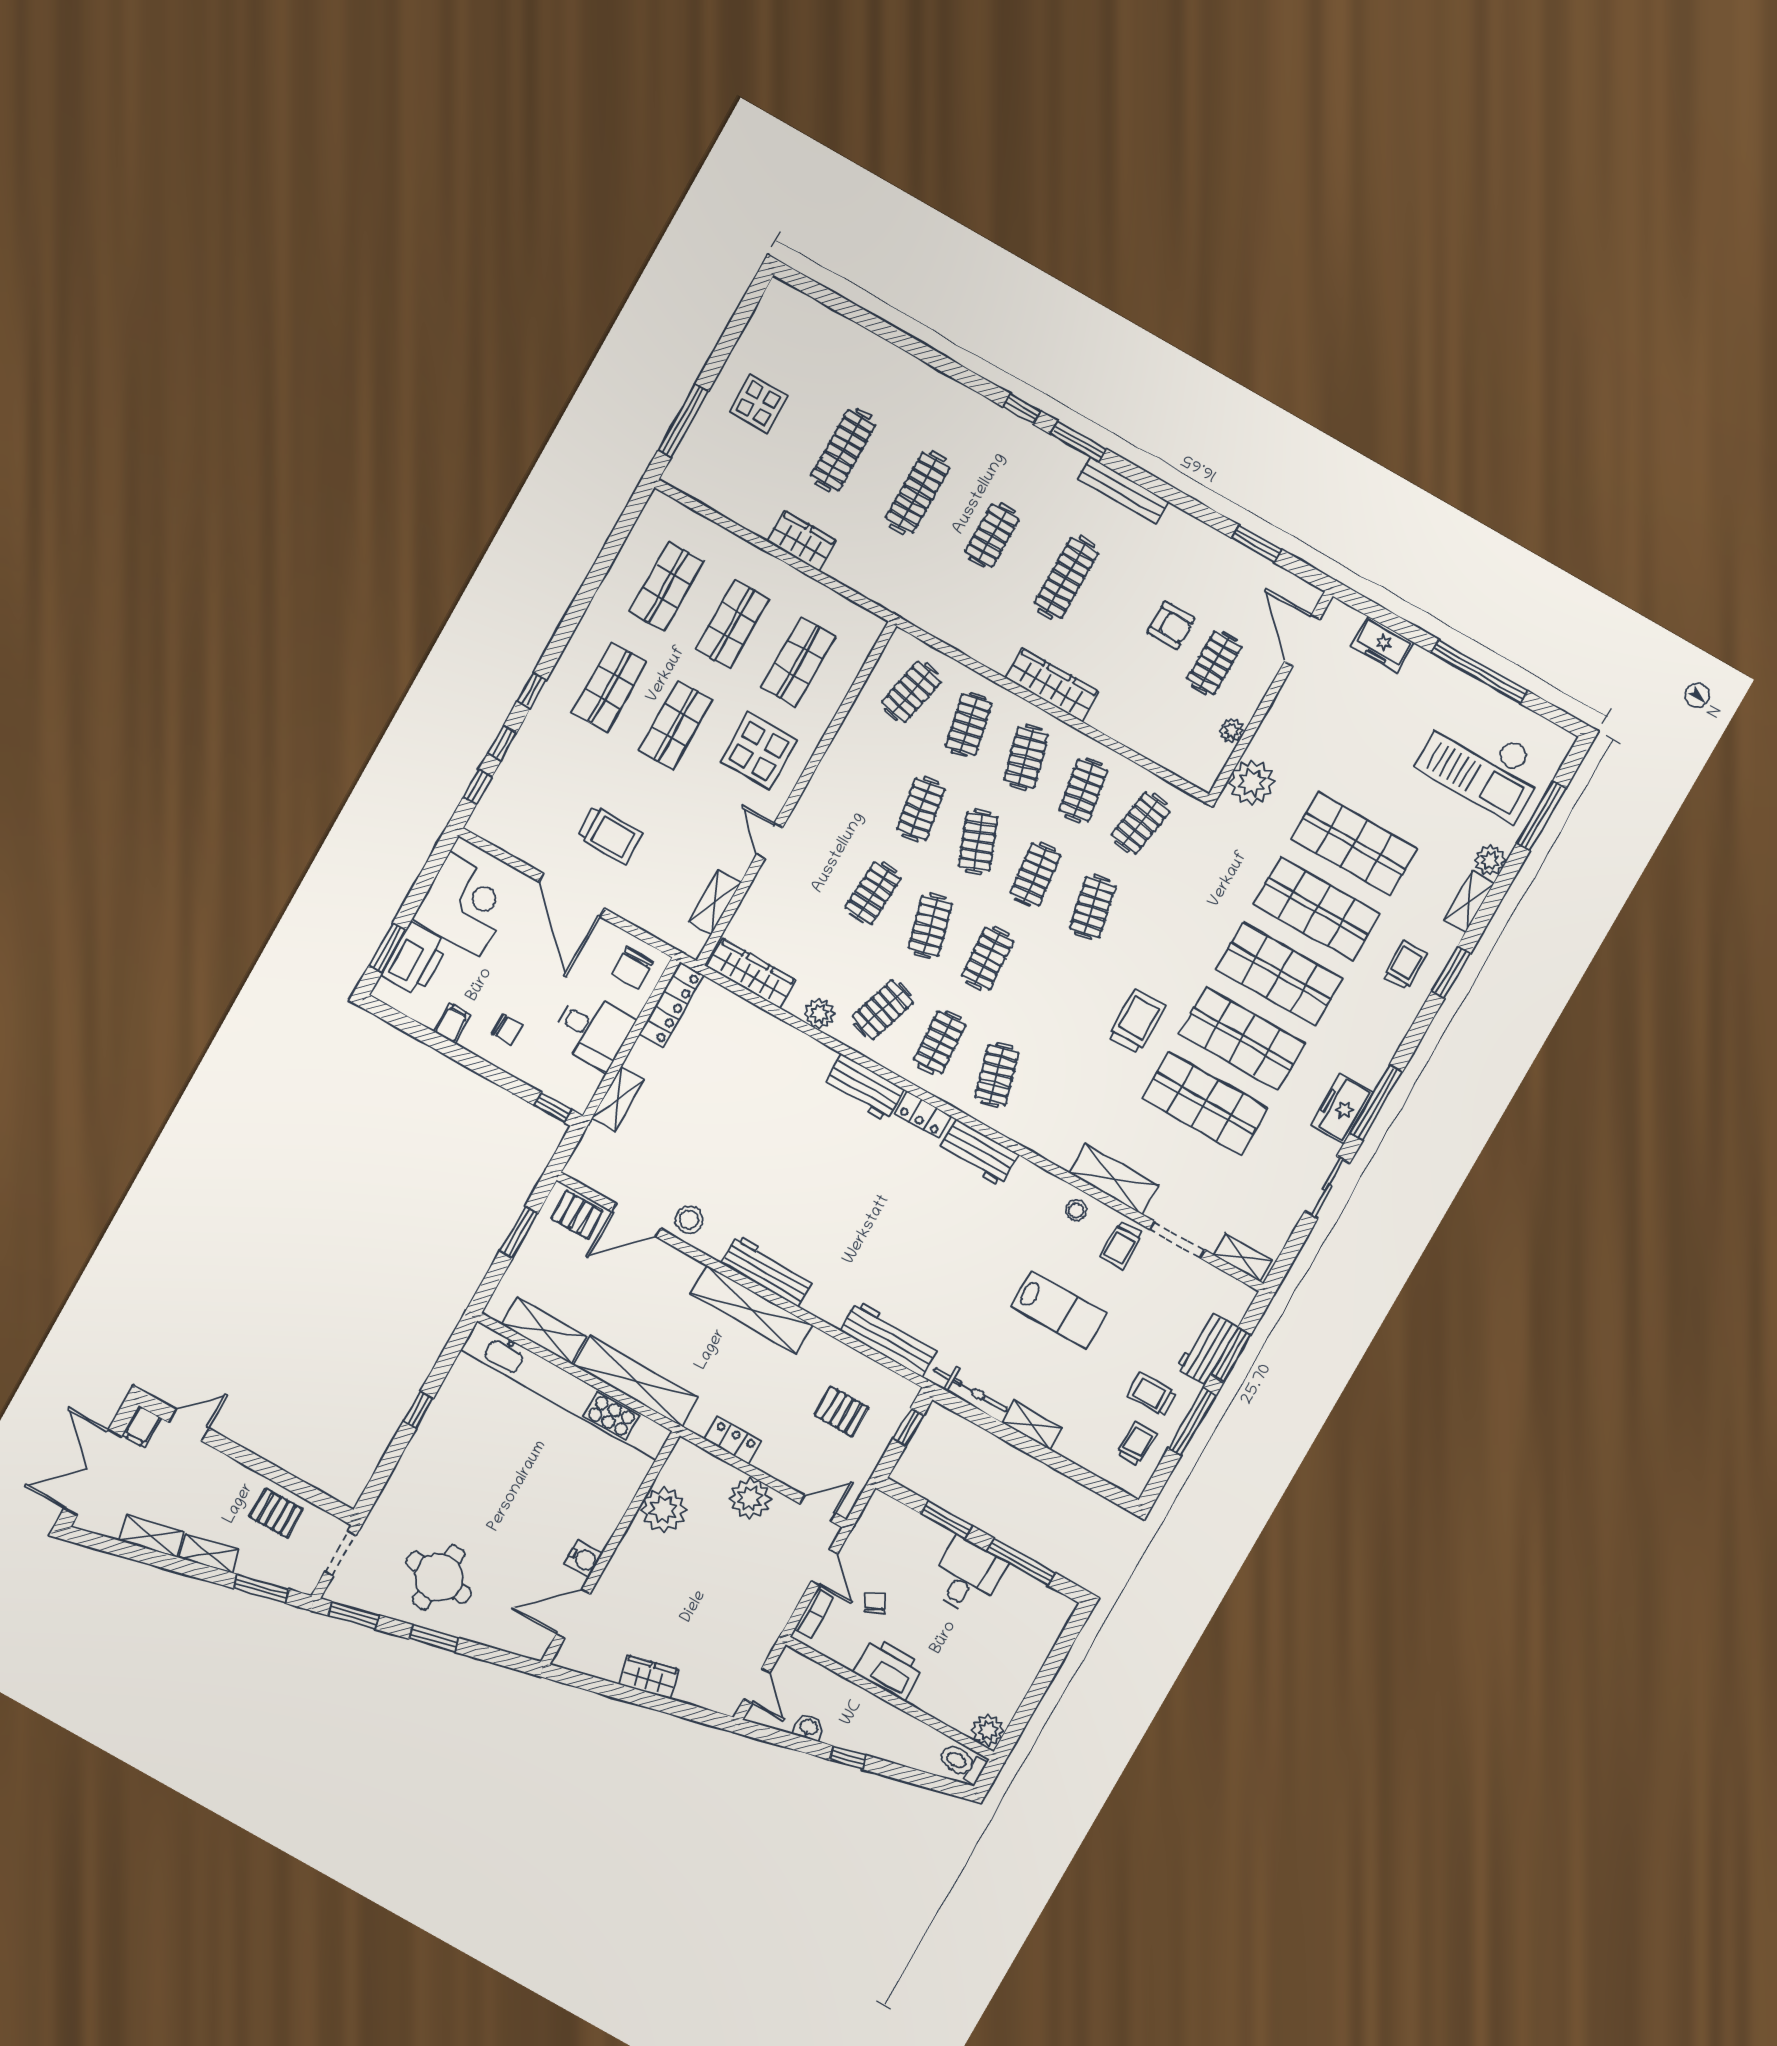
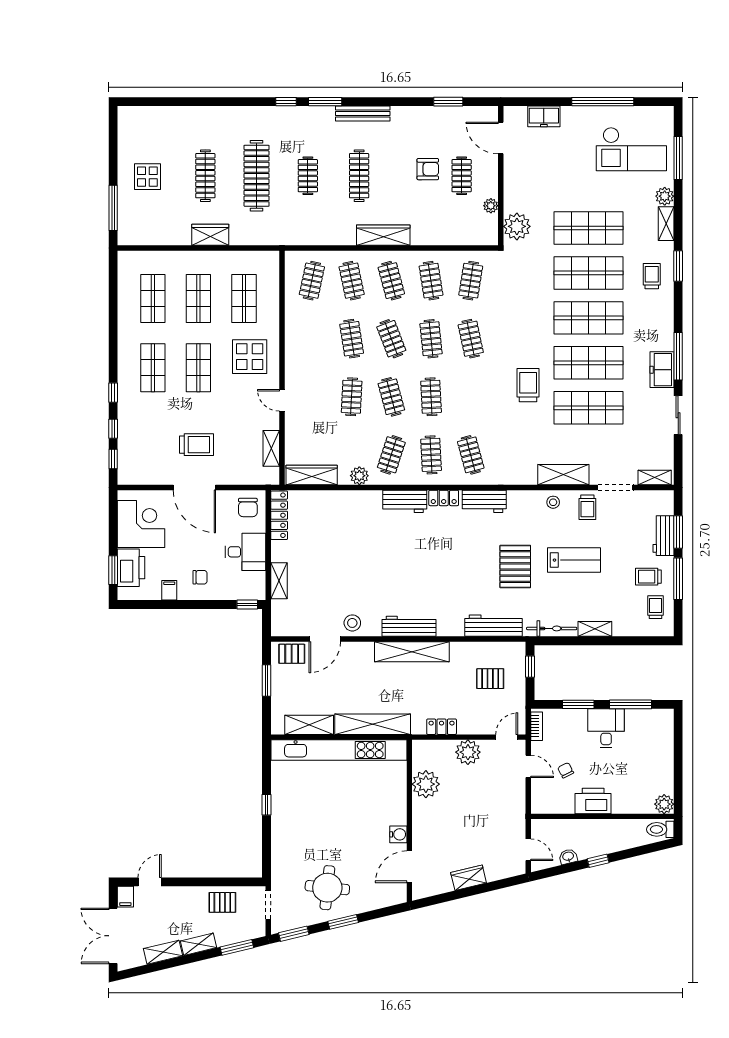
clothes rail: (918, 493) -> (257, 176), width x1.37, depth x1.31
pallet: (969, 1272) -> (515, 567), added
bookcase: (814, 1613) -> (537, 726), moved

